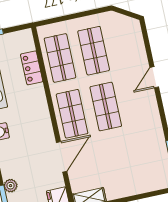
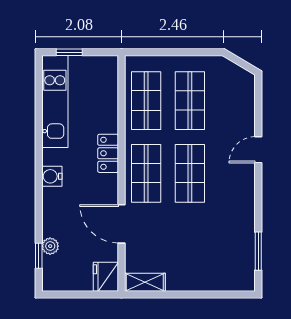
locker: (32, 68) -> (108, 153), moved
door: (62, 157) -> (122, 224), swing flipped

